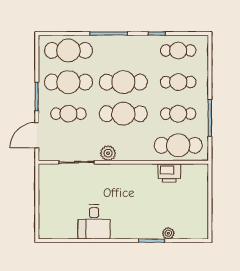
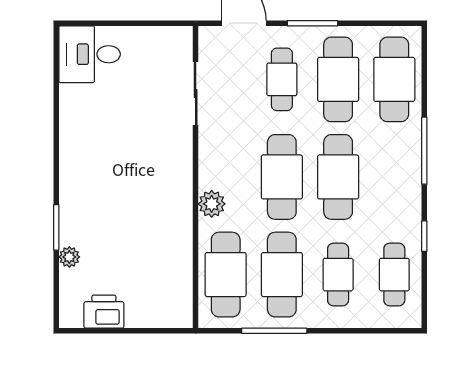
cafe table: (178, 114) -> (282, 275), width x1.37, depth x1.35
plant: (108, 153) -> (212, 204), moved
printer: (169, 173) -> (104, 312), moved, turned 90
desk: (94, 222) -> (90, 54), moved

